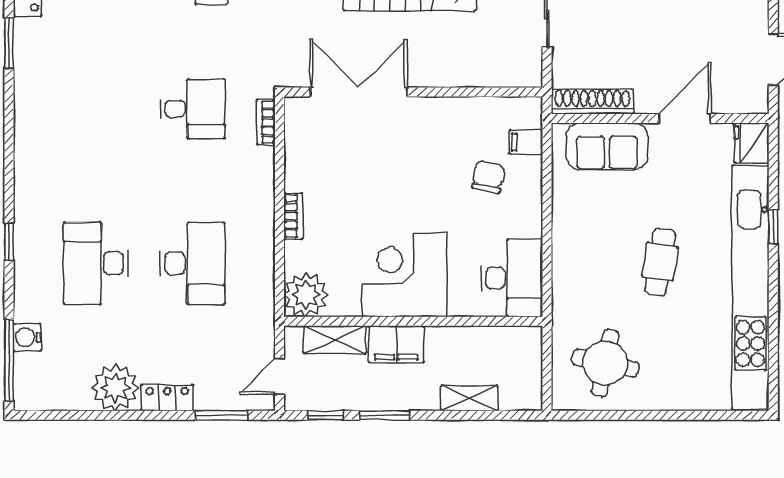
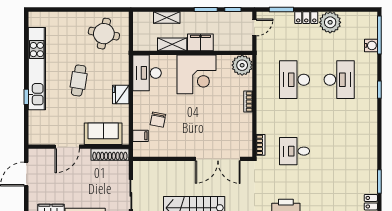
fridge: (752, 143) -> (121, 94), moved, turned 180
kitchen unit: (750, 287) -> (37, 69), width x0.73
shelving: (335, 340) -> (172, 44), moved

